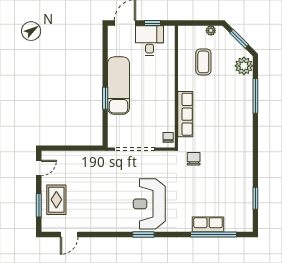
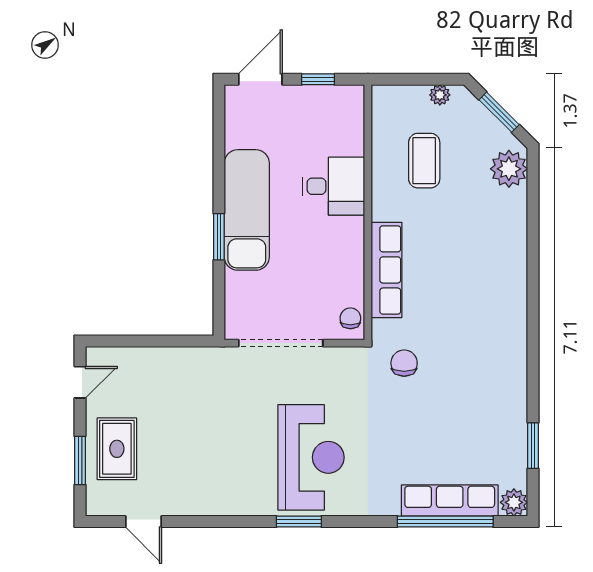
desk: (150, 41) -> (333, 186), moved, turned 90
window: (255, 96) -> (533, 232), removed
reception desk: (149, 204) -> (311, 457), turned 180
row of seats: (208, 224) -> (450, 501), width x1.48
plant: (246, 225) -> (514, 502), added
door: (69, 235) -> (144, 522), hinge flipped

